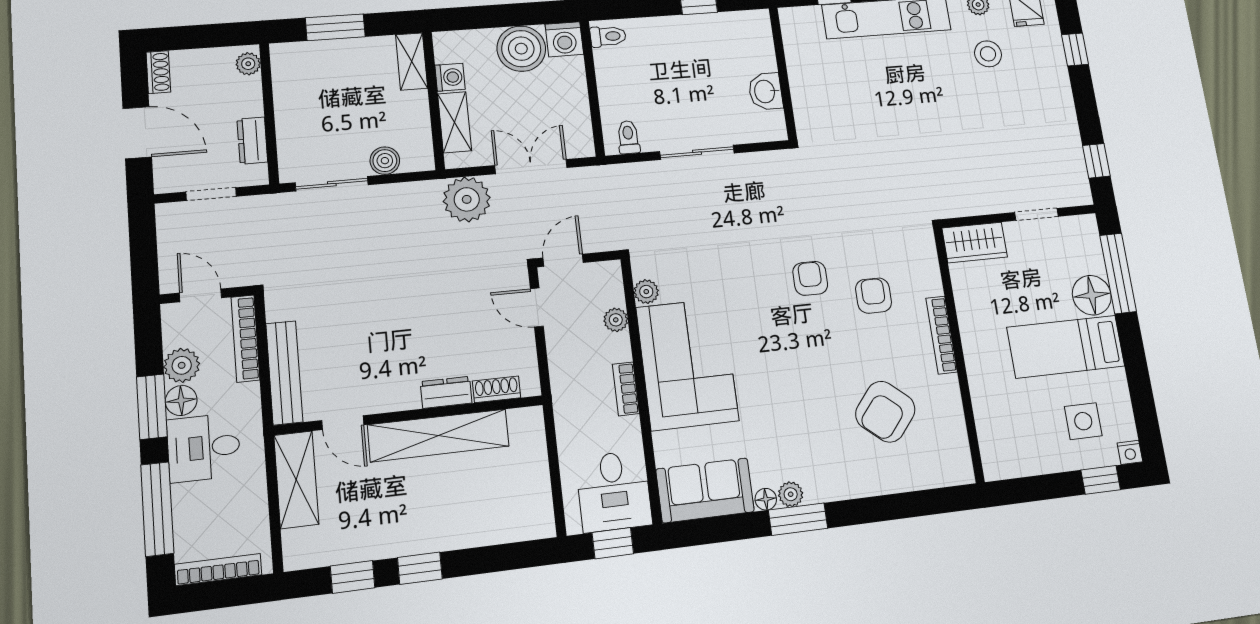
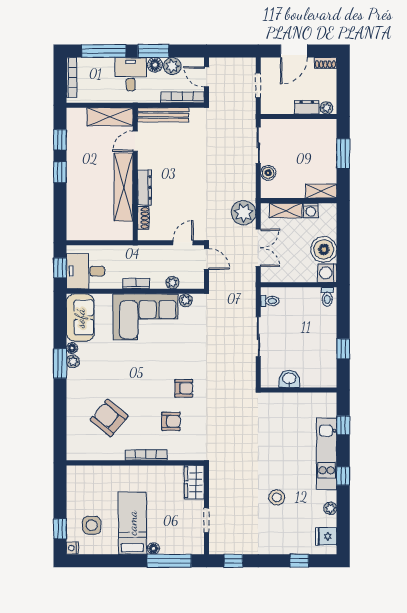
stool: (988, 54) -> (277, 497), moved
dresser: (252, 141) -> (307, 107), moved
door: (200, 295) -> (206, 77), swing flipped
floor lamp: (1092, 295) -> (153, 548), width x0.53, depth x0.53
dresser: (446, 392) -> (145, 188), width x1.44

